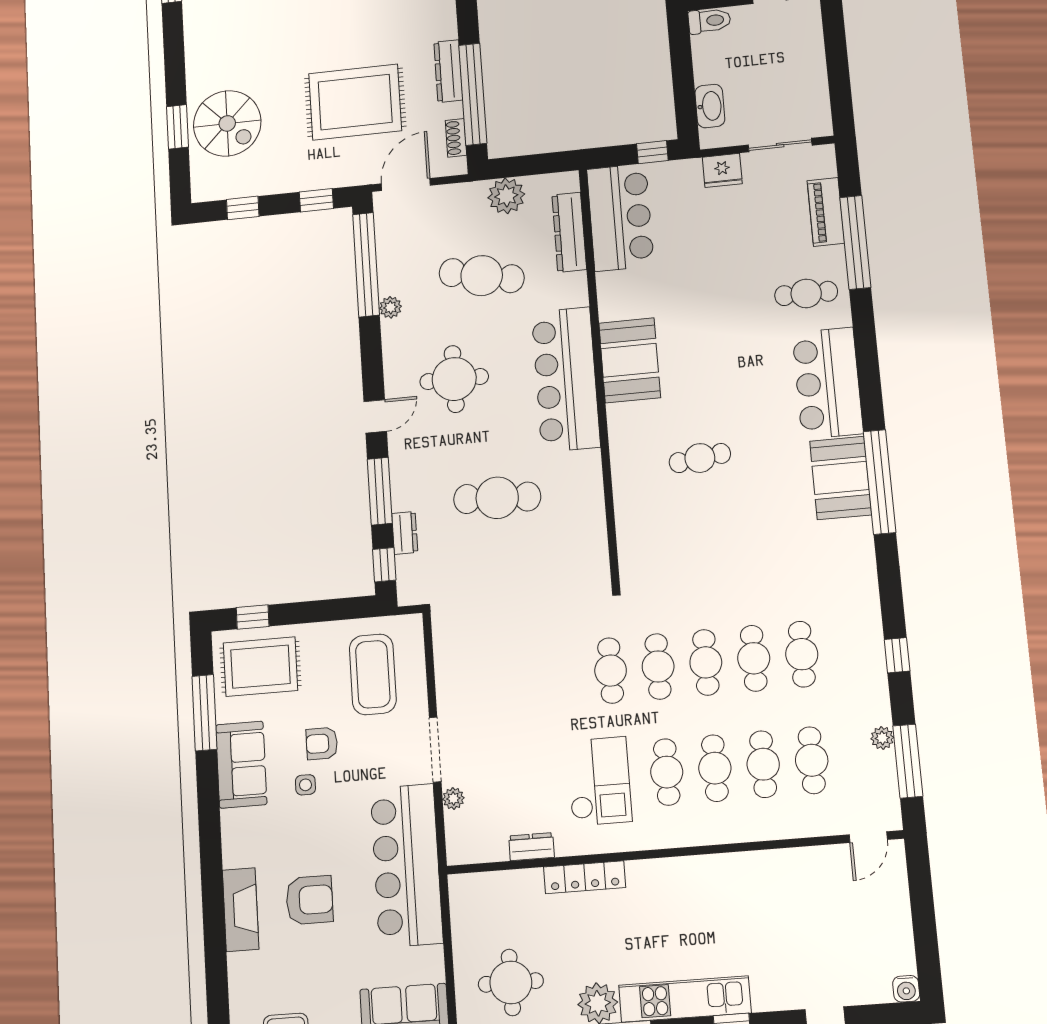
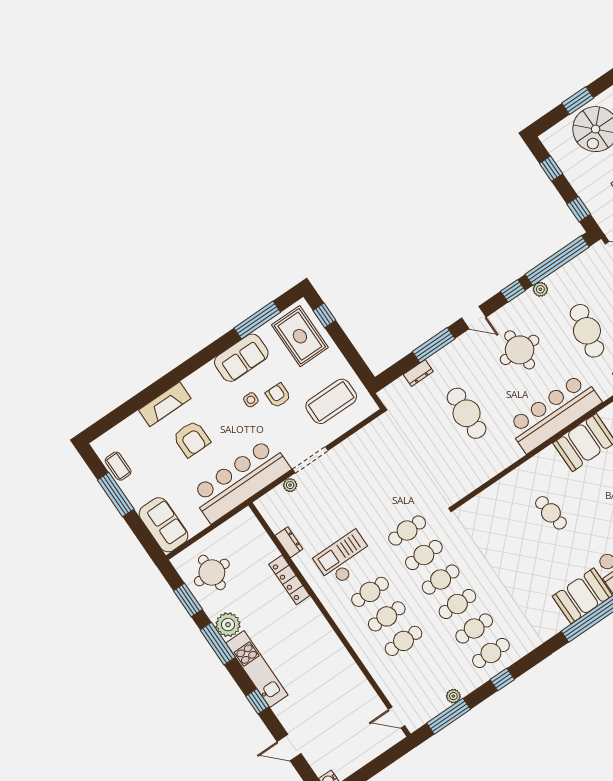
window: (384, 565) -> (513, 291), moved
cafe table: (812, 760) -> (491, 653), moved
checkout: (599, 781) -> (344, 559), turned 180

